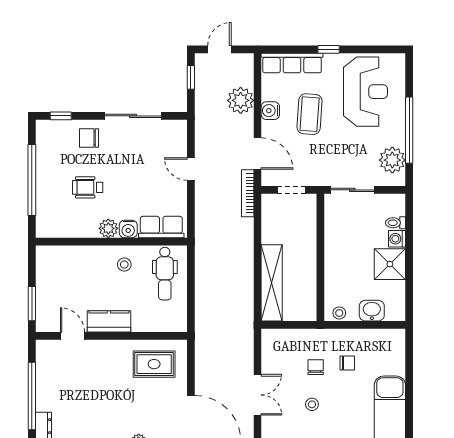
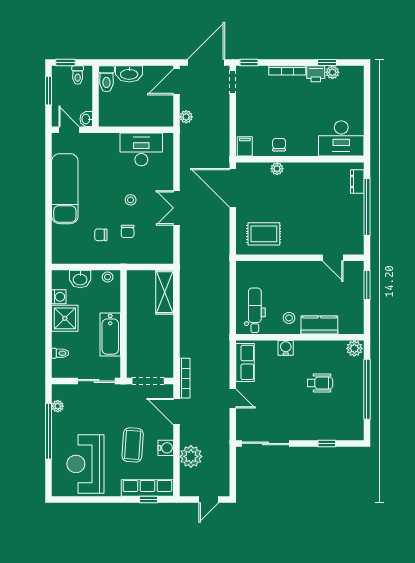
window: (329, 49) -> (148, 500), moved
window: (191, 77) -> (233, 476), removed
window: (61, 116) -> (327, 443), moved
sliding door: (133, 116) -> (266, 443), moved
chair: (89, 138) -> (319, 425), removed
plant: (392, 160) -> (58, 406), width x0.53, depth x0.53
doorway: (291, 190) -> (148, 381), width x1.38
row of seats: (161, 227) -> (245, 362), moved, turned -90
plant: (108, 228) -> (354, 348), moved
washing machine: (397, 239) -> (59, 297), moved
bathtub: (336, 245) -> (110, 334), added
shelving: (272, 283) -> (165, 292), width x0.68
kitchen counter: (109, 321) -> (319, 325), moved, turned 180

